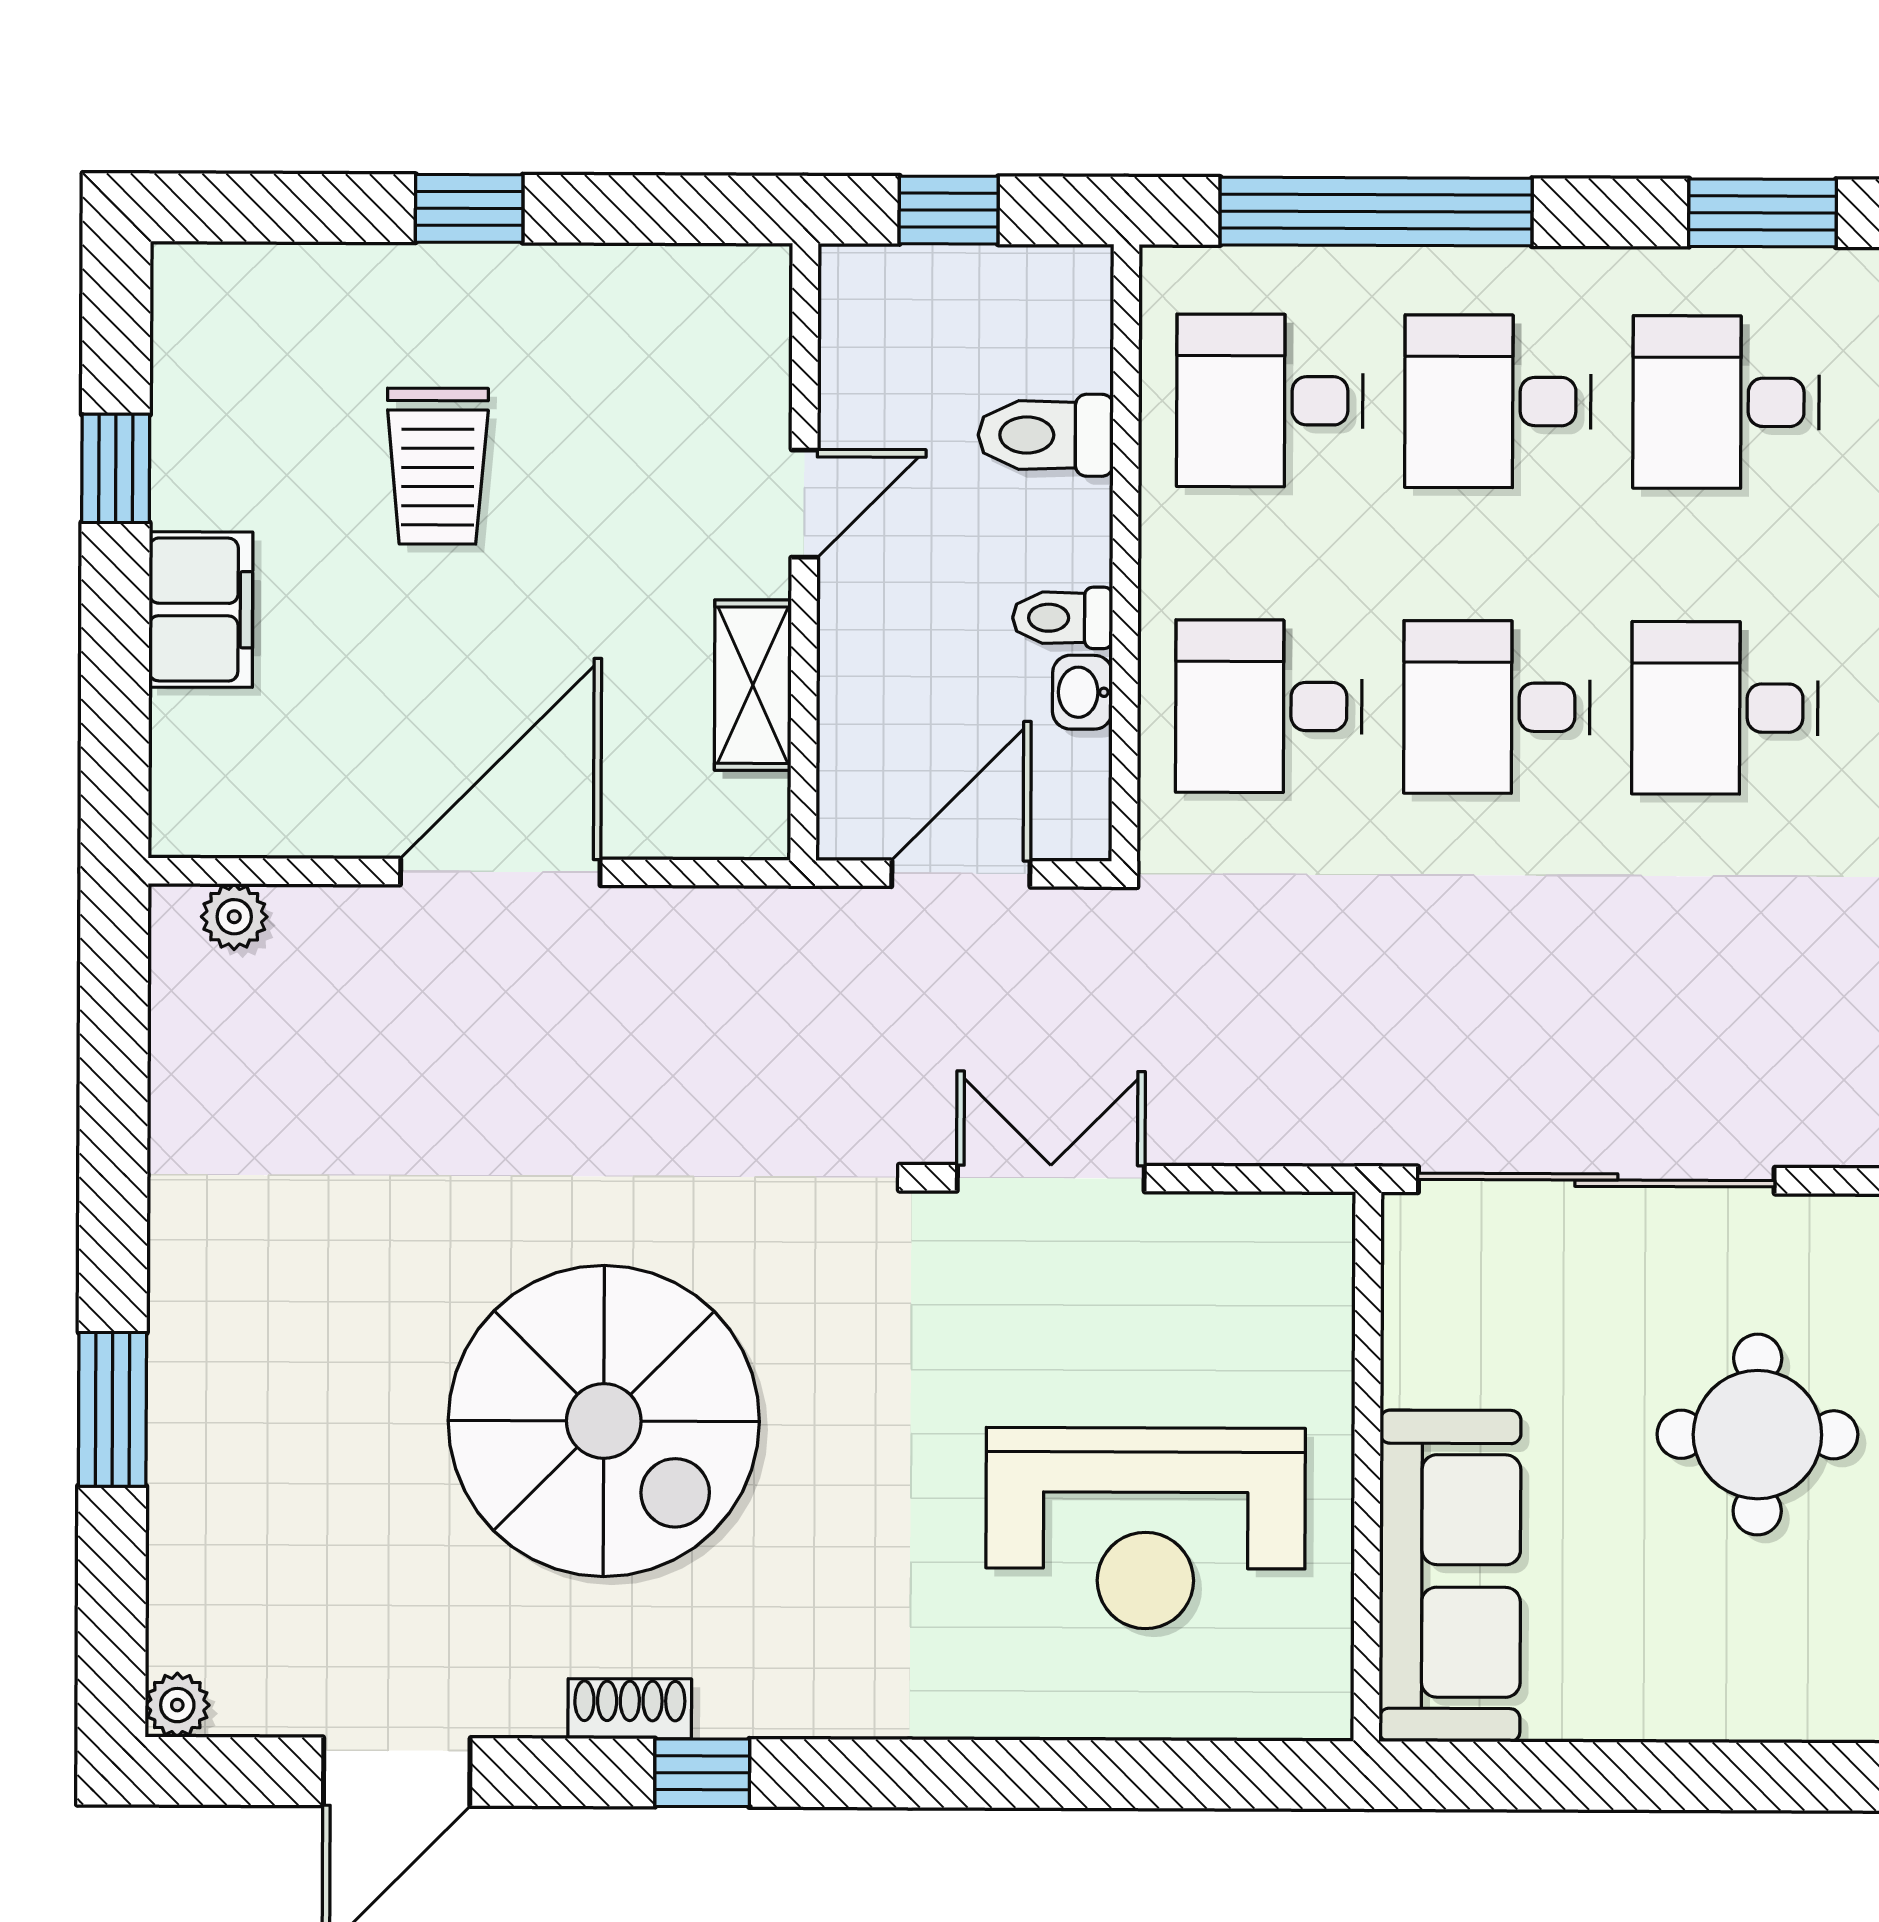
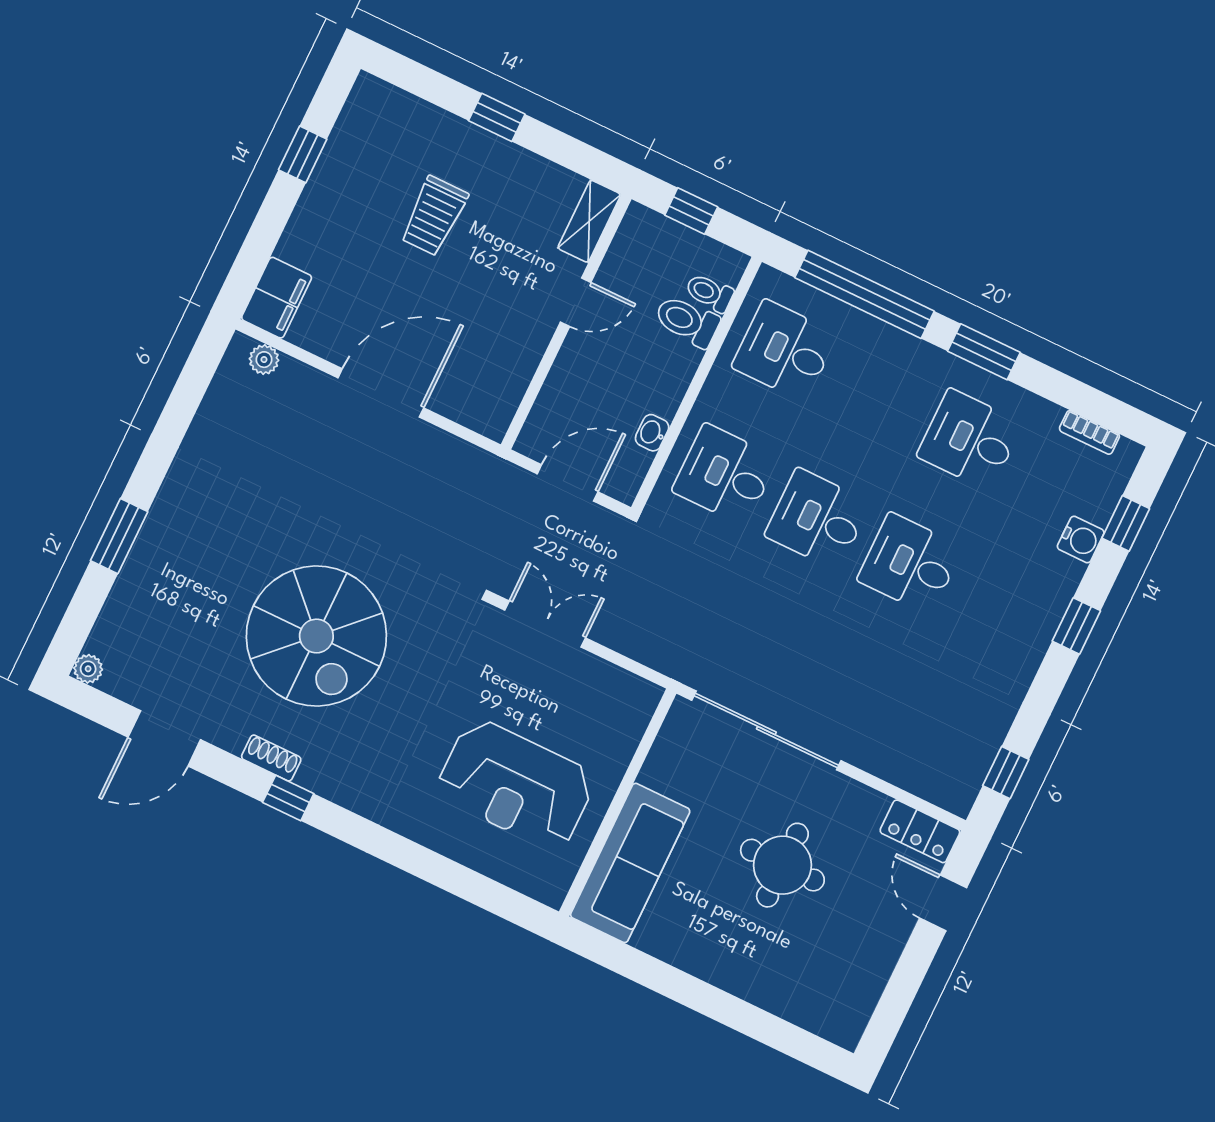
window: (1762, 213) -> (984, 352), moved
desk: (1498, 401) -> (877, 395), removed
filing cabinet: (201, 610) -> (277, 298), moved
toilet: (1063, 618) -> (709, 293), moved
shelving: (753, 685) -> (589, 221), moved

